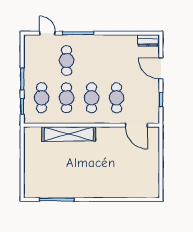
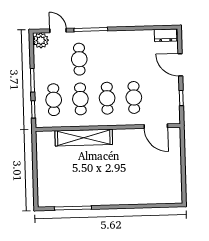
plant: (31, 42) -> (41, 40), added

